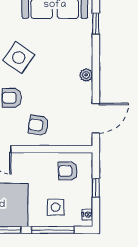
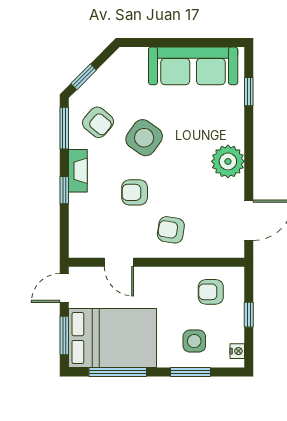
plant: (86, 75) -> (228, 161), width x1.88, depth x1.88
window: (53, 230) -> (190, 372), width x0.69

